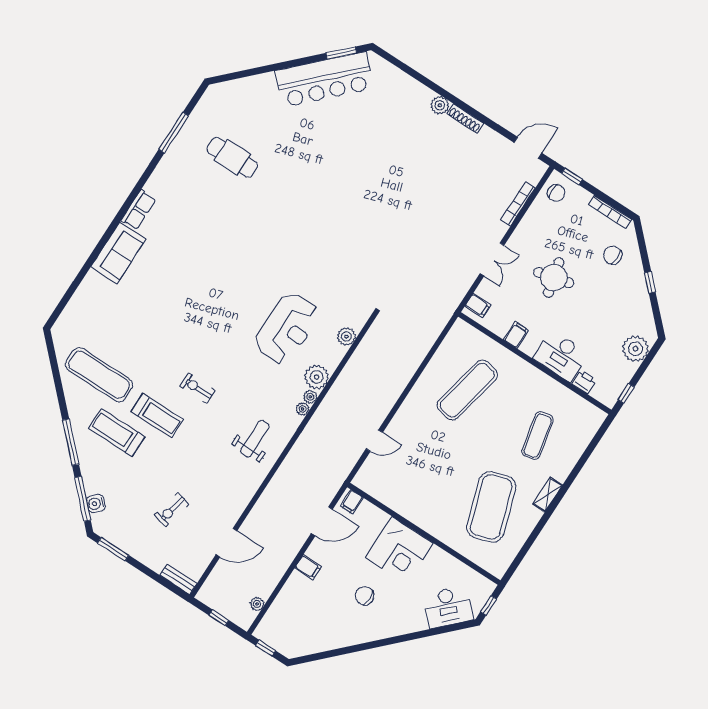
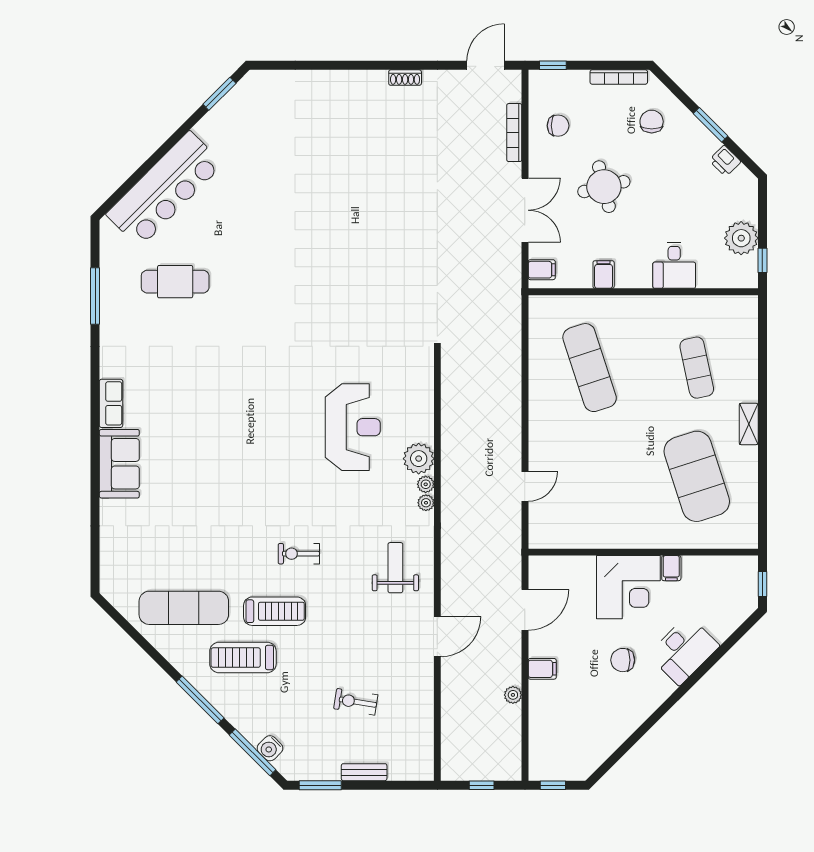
bar counter: (324, 80) -> (165, 189), moved
plant: (440, 105) -> (362, 81), removed
shoe rack: (465, 118) -> (405, 78), width x0.70
chair: (556, 193) -> (558, 126), moved
chair: (613, 255) -> (652, 122), turned 90
double door: (492, 259) -> (525, 210), width x1.37
window: (650, 282) -> (711, 125), width x1.50
plant: (346, 336) -> (422, 394), removed
plant: (635, 349) -> (741, 238), moved
desk: (561, 356) -> (674, 266), width x0.73
printer: (584, 382) -> (725, 161), moved, turned -135
exercise mat: (467, 390) -> (590, 368), turned -30
filing cabinet: (352, 502) -> (671, 568), moved
exercise bike: (172, 510) -> (356, 702), turned 86
door: (227, 543) -> (437, 636), moved
bench: (178, 579) -> (364, 772), moved
plant: (257, 604) -> (513, 695), moved
desk: (448, 607) -> (684, 650), moved

